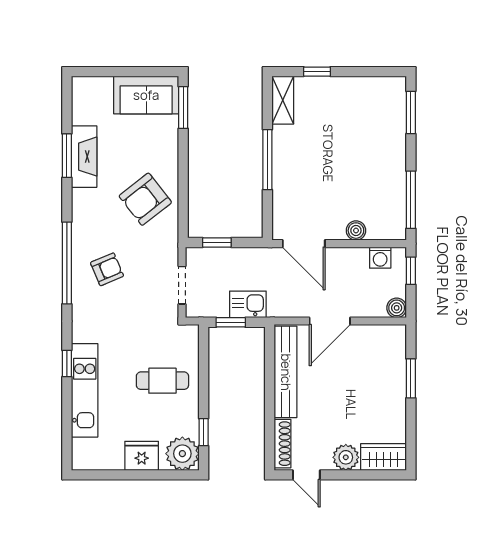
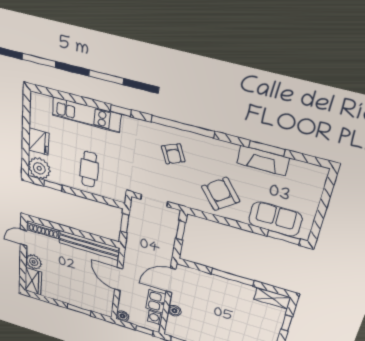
sofa: (146, 95) -> (275, 219), moved, turned 90
kitchen sink: (248, 304) -> (156, 301), moved, turned 180
window: (67, 363) -> (121, 111), moved

